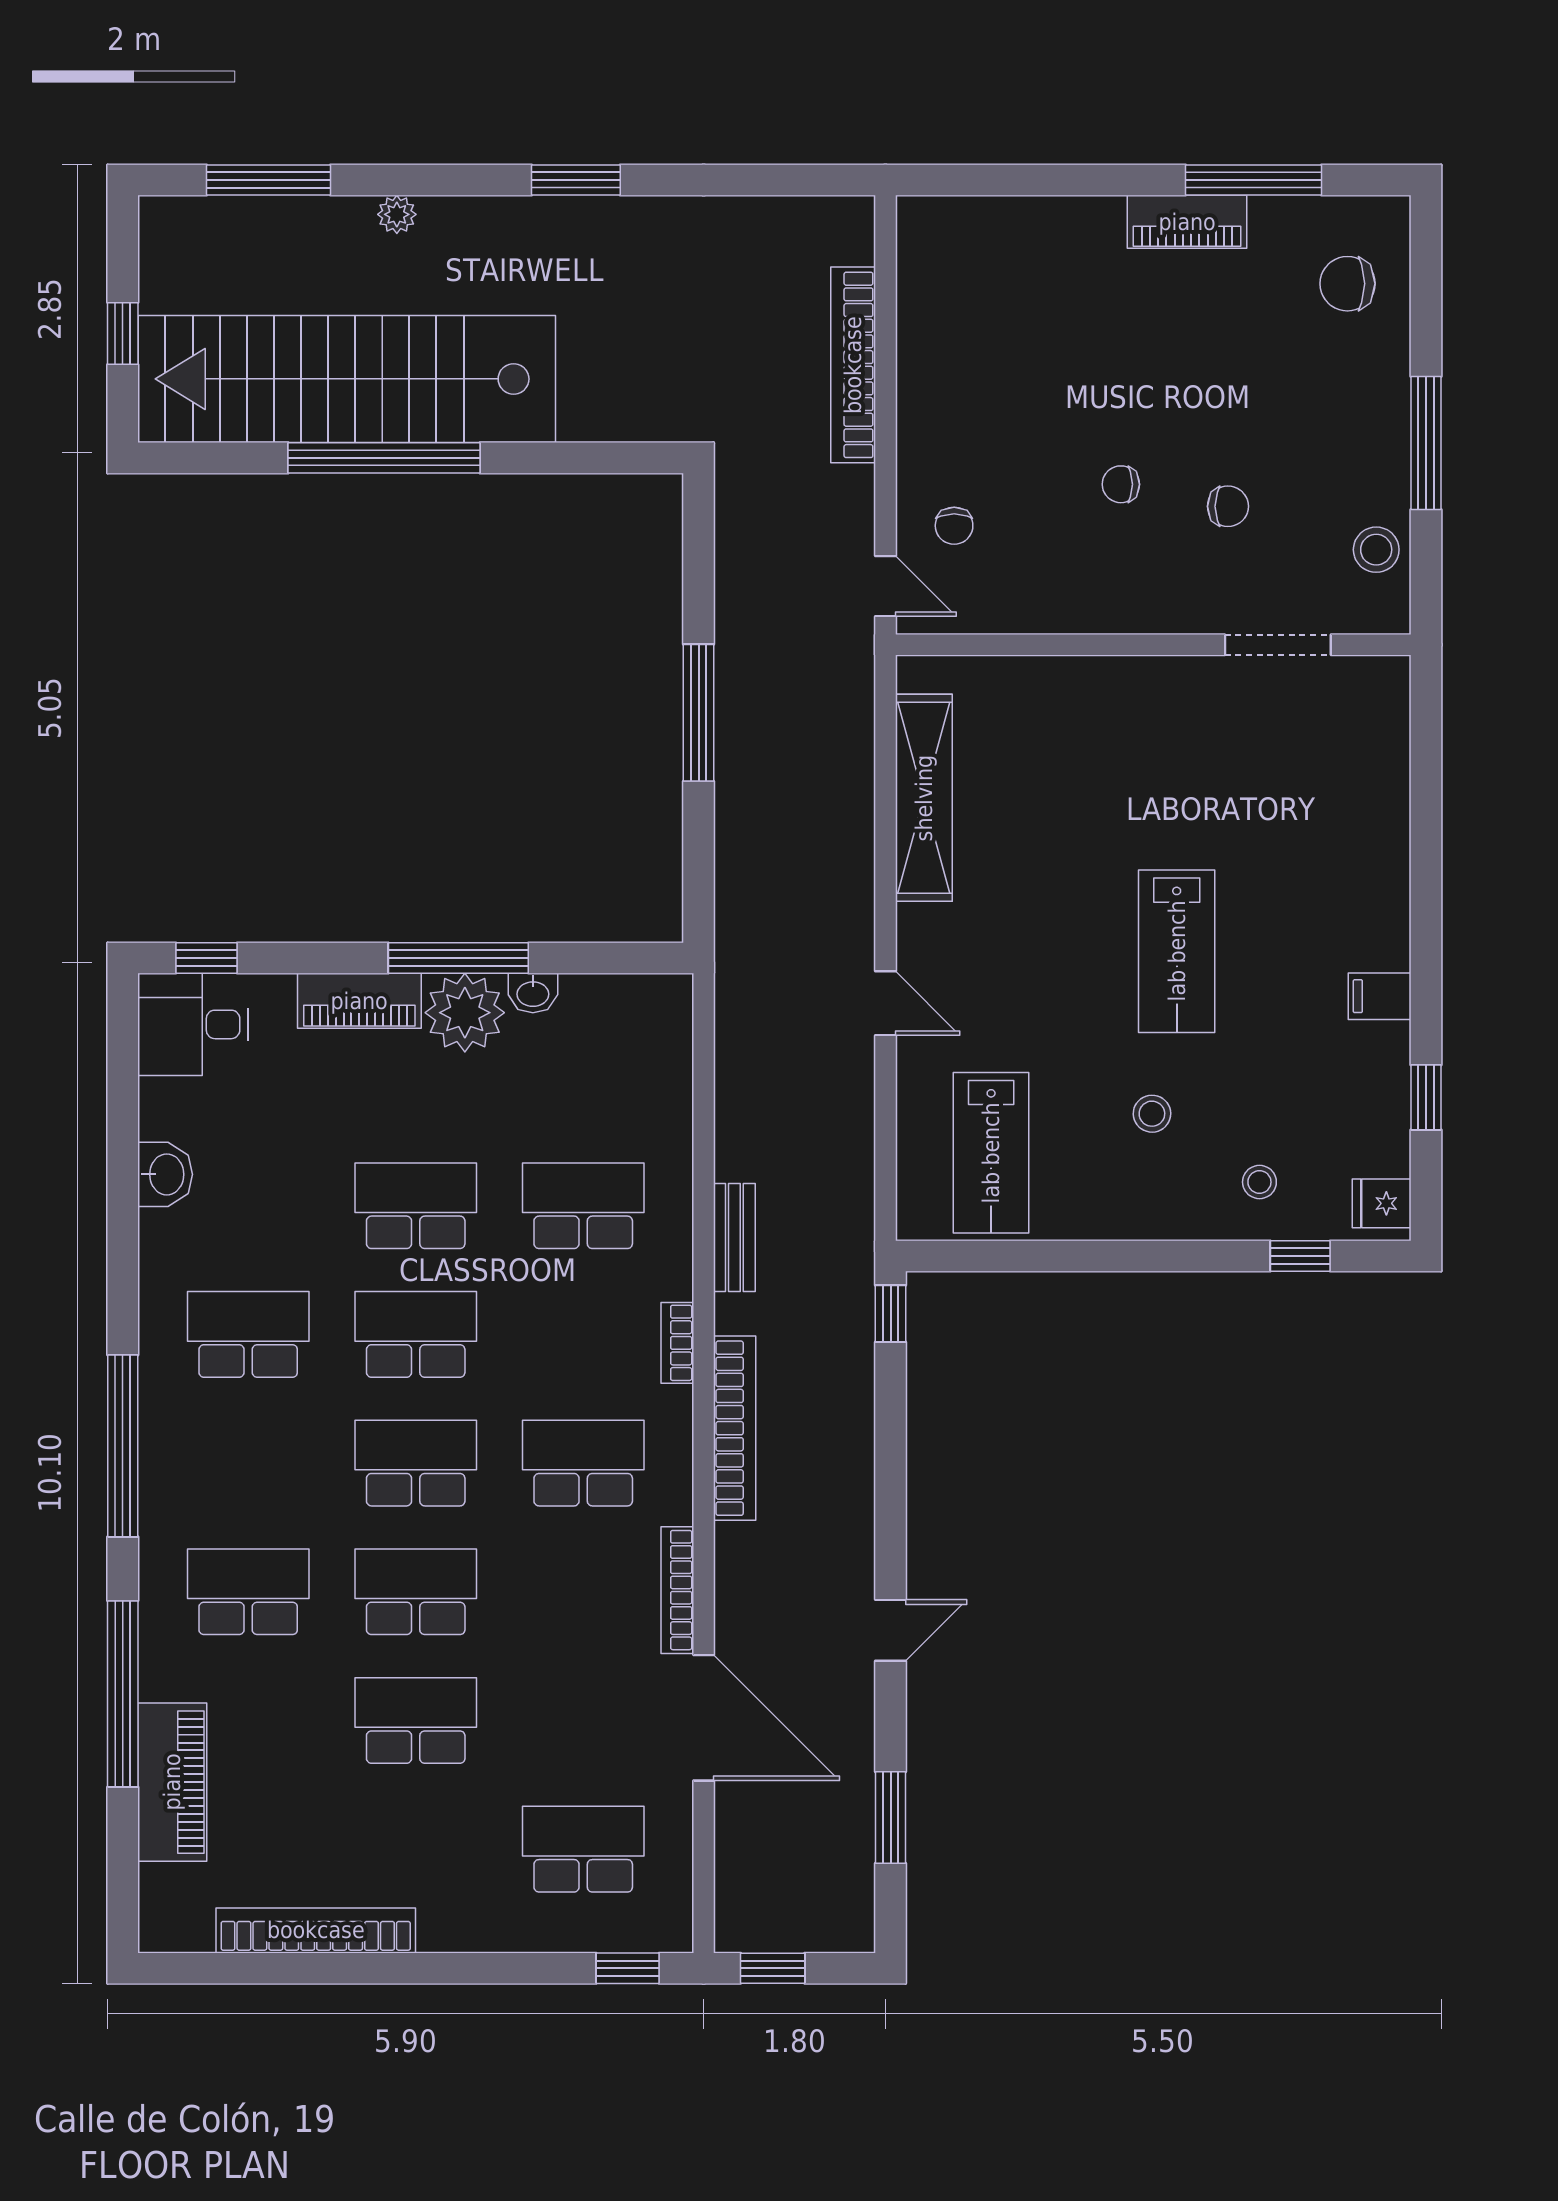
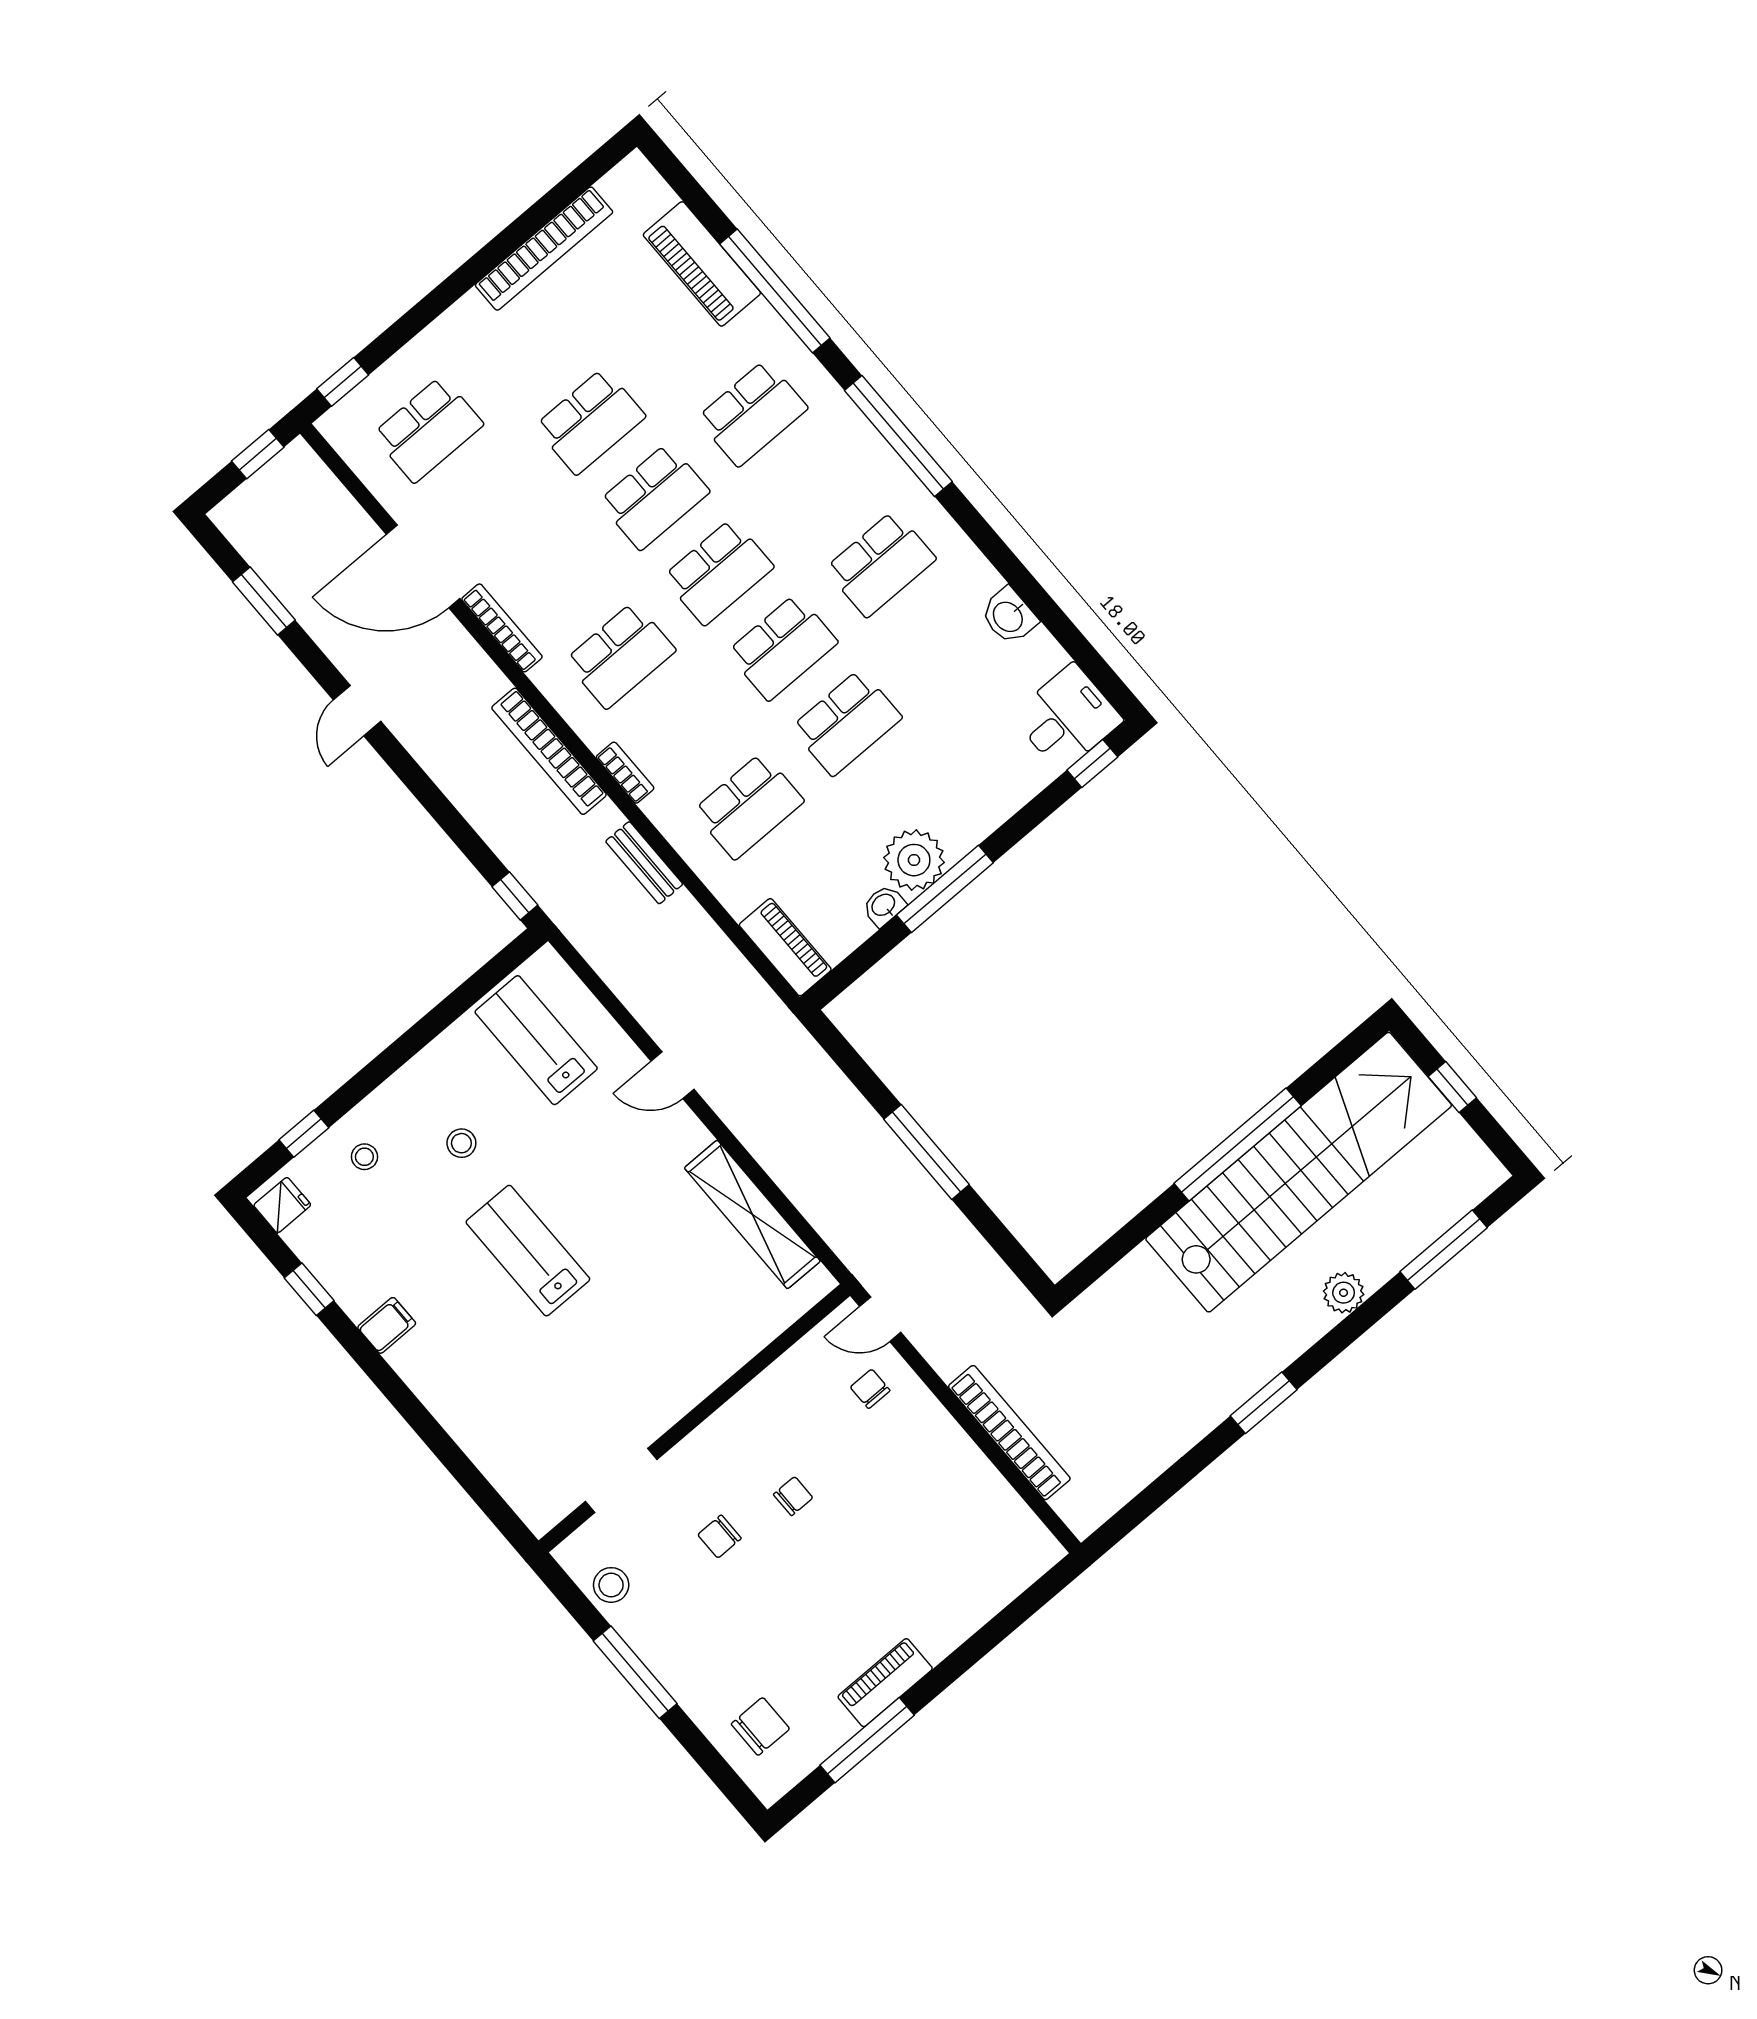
plant: (397, 214) -> (1344, 1293), width x1.38, depth x1.38
piano: (359, 1001) -> (785, 947), moved, turned 90

